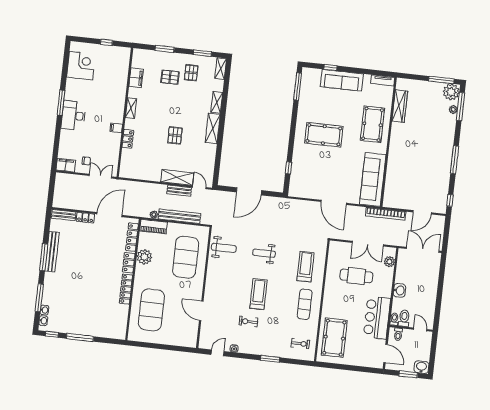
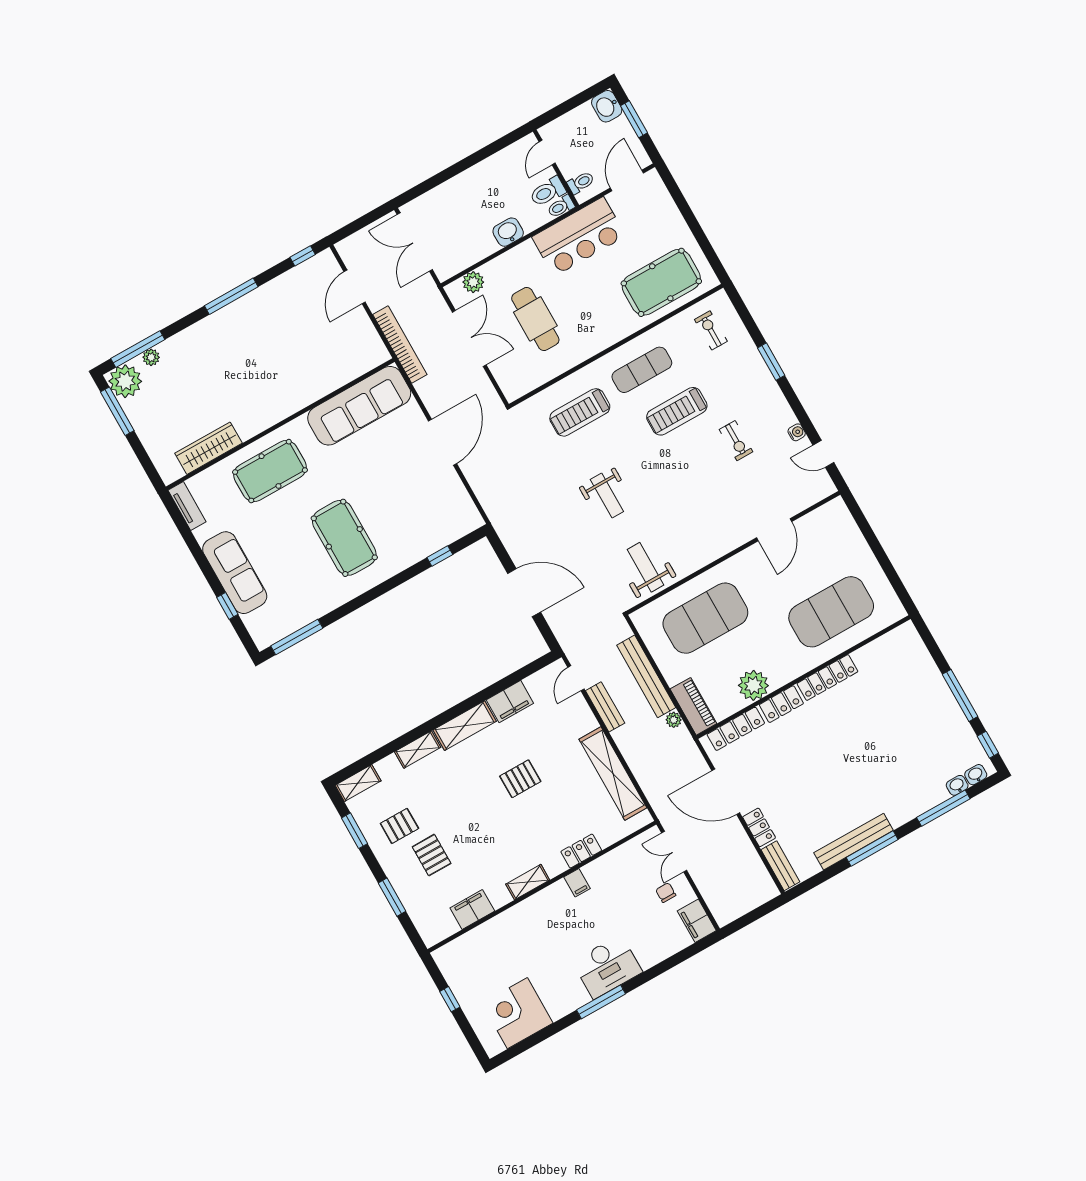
filing cabinet: (209, 154) -> (510, 702), added
shelving: (177, 177) -> (613, 774), moved, width x1.47
door: (422, 212) -> (355, 287), swing flipped
treadmill: (258, 294) -> (677, 411), moved

